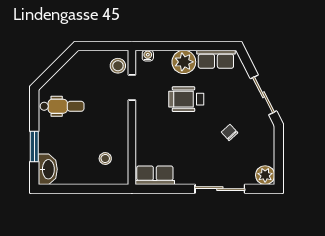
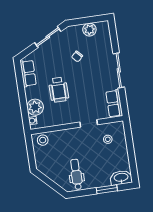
plant: (184, 62) -> (35, 107), moved
doorway: (132, 88) -> (89, 123), moved
plant: (265, 175) -> (89, 30), moved
sliding door: (220, 189) -> (119, 70), moved

